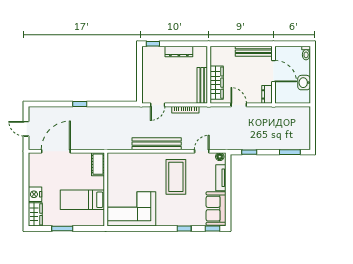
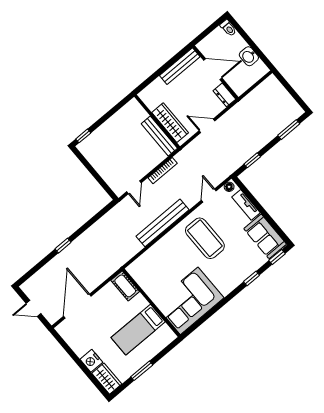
dresser: (179, 51) -> (113, 123), removed

